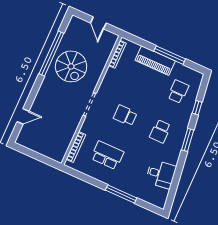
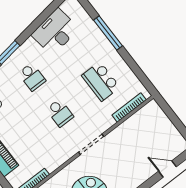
school desk: (160, 131) -> (32, 77), turned 90
desk: (161, 174) -> (55, 32), width x1.37

